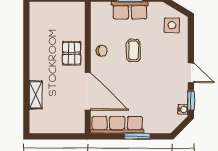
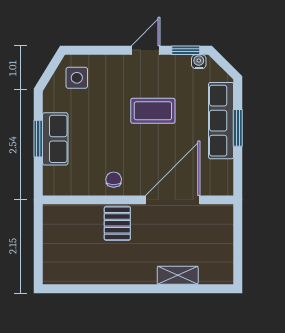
coffee table: (133, 50) -> (153, 111), moved, width x1.36, depth x1.30
pallet: (72, 53) -> (117, 223), turned 90
row of seats: (117, 125) -> (221, 121), moved

